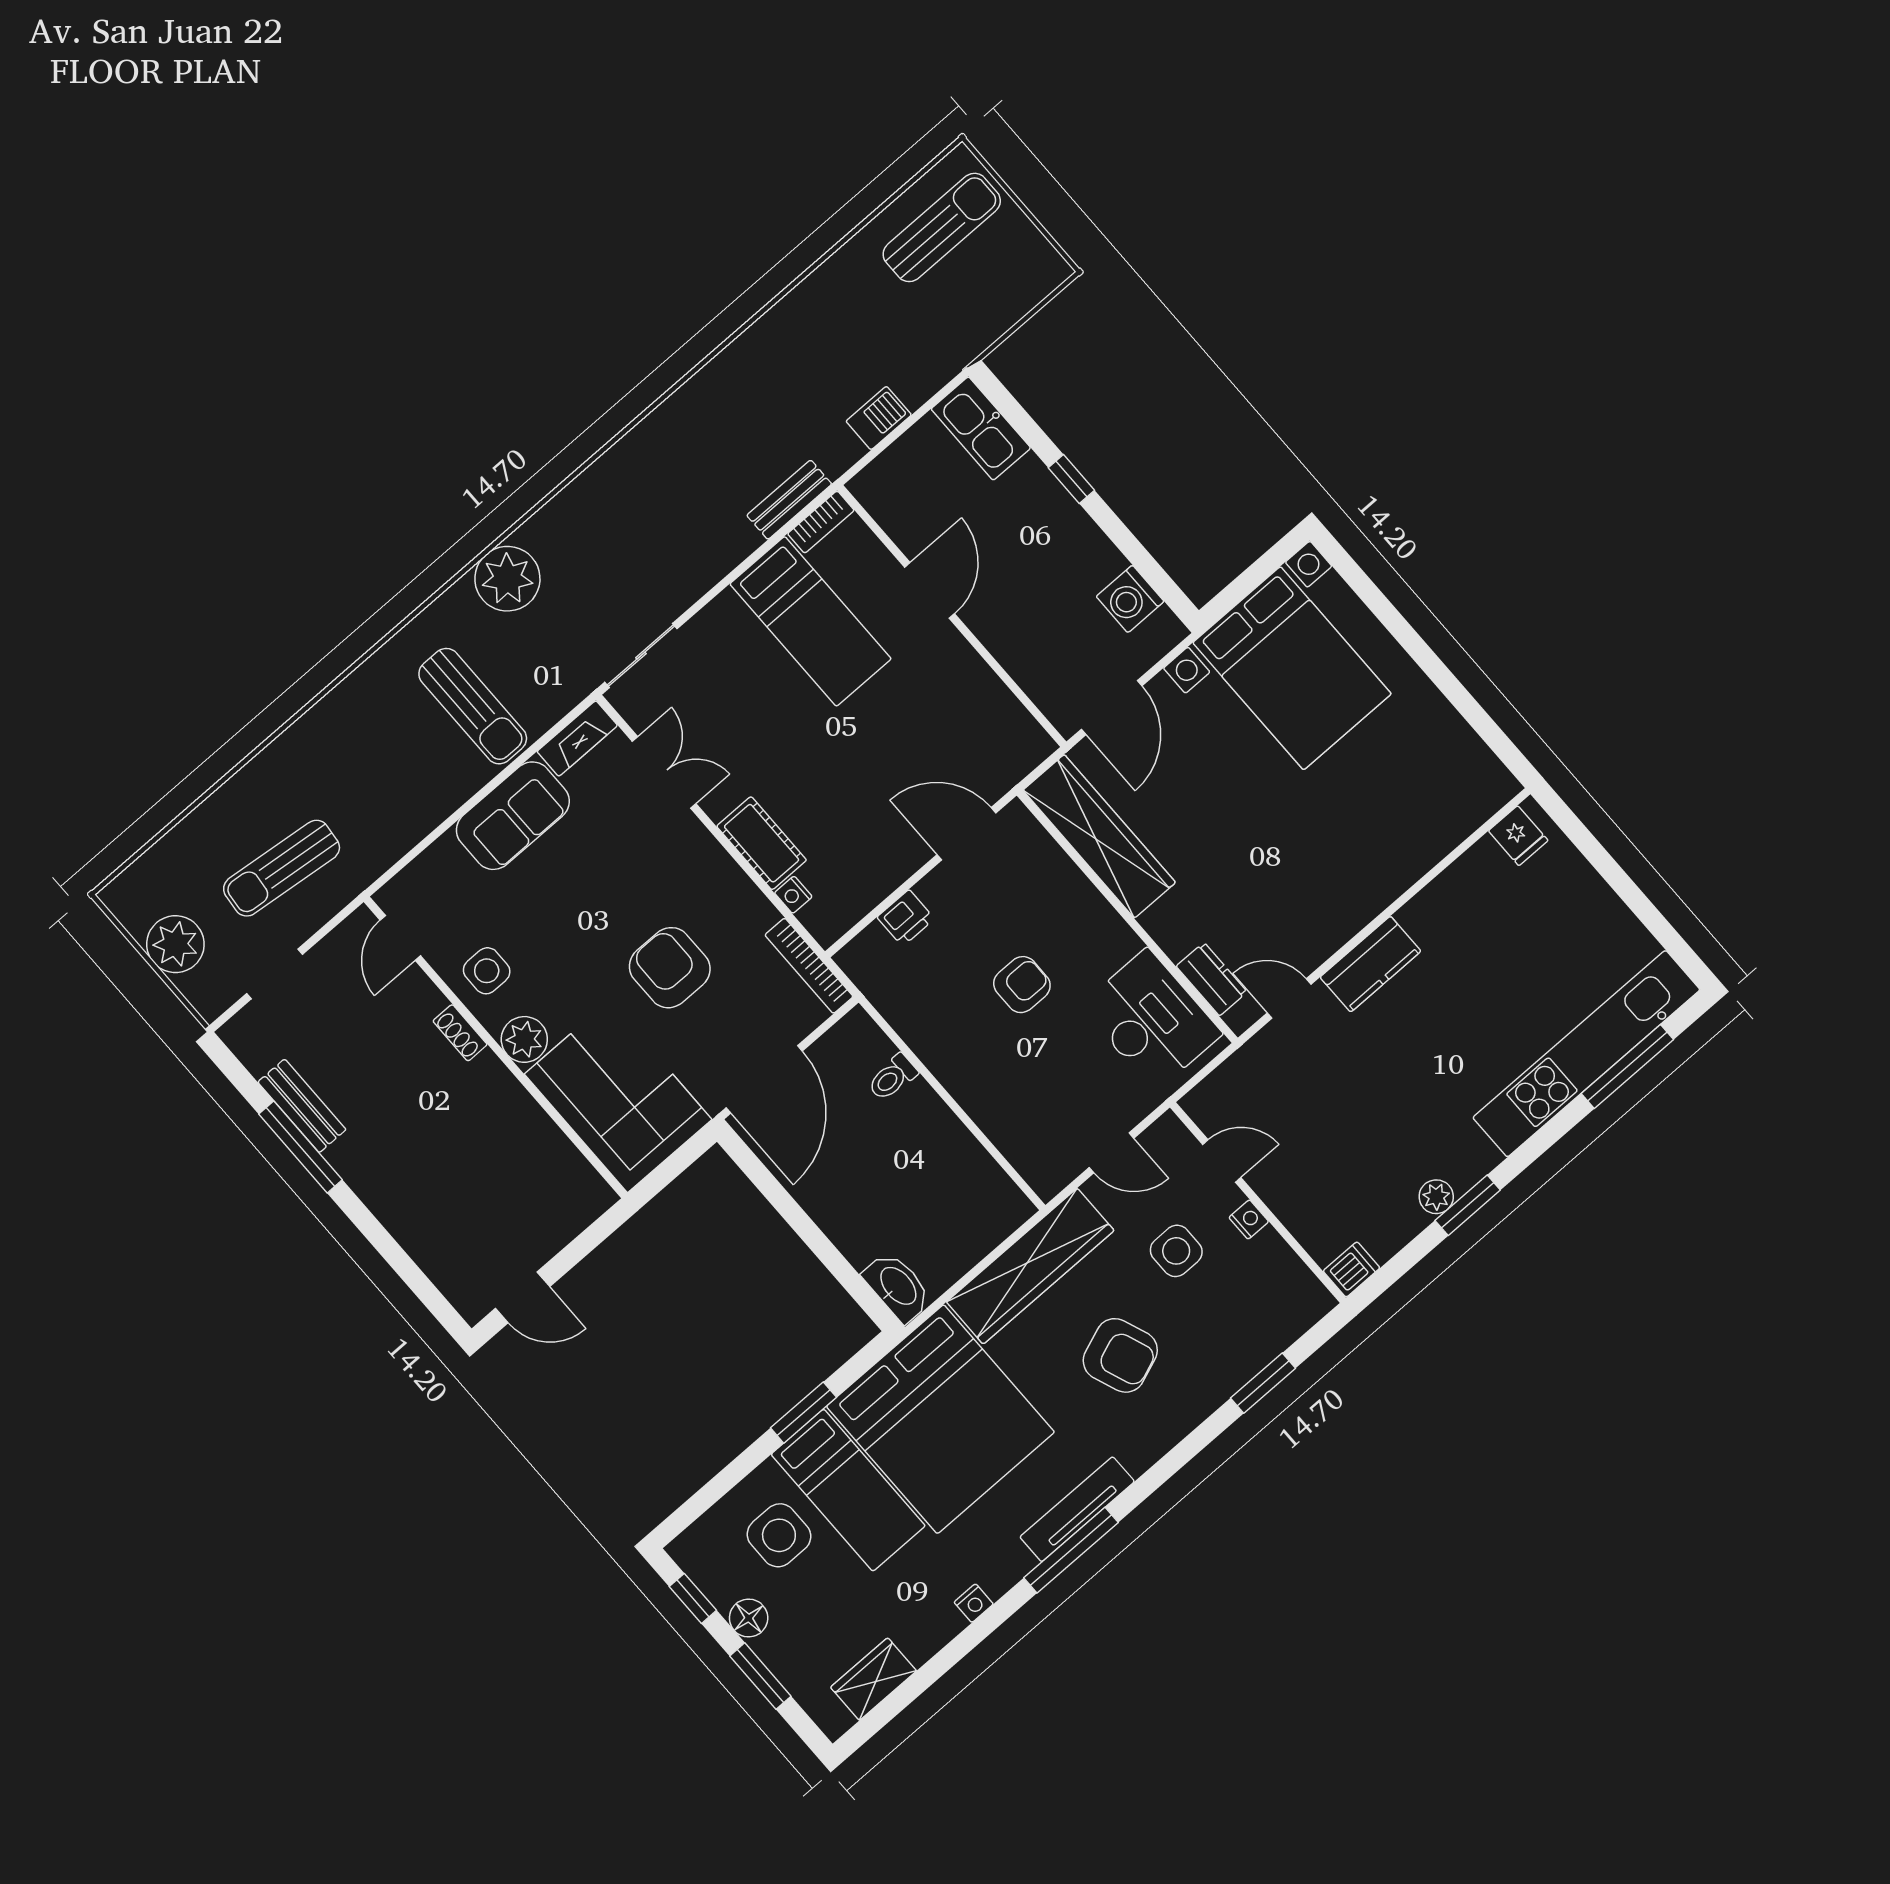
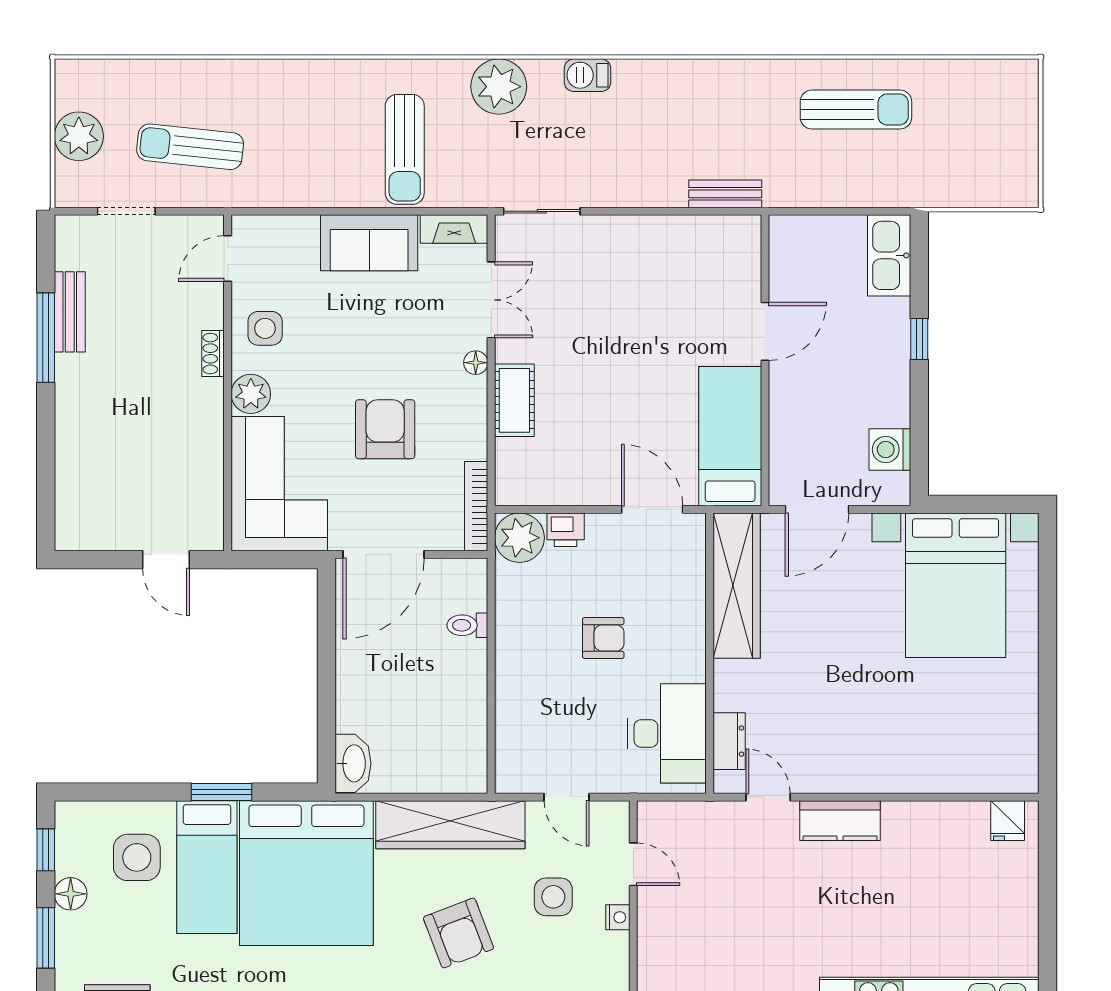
sun lounger: (942, 227) -> (856, 109), moved
barbecue: (879, 418) -> (588, 75), moved, turned 180
bookcase: (821, 522) -> (733, 226), removed
bed: (811, 621) -> (730, 436), moved, turned 180
floor lamp: (699, 840) -> (476, 363), added
nightstand: (793, 895) -> (506, 452), removed
plant: (871, 960) -> (519, 538), added
door: (523, 1297) -> (166, 560), moved

